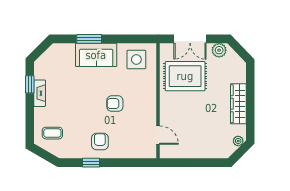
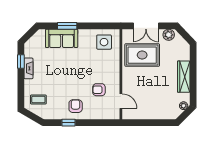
sofa: (96, 55) -> (62, 38), moved
armchair: (115, 104) -> (99, 90), moved

